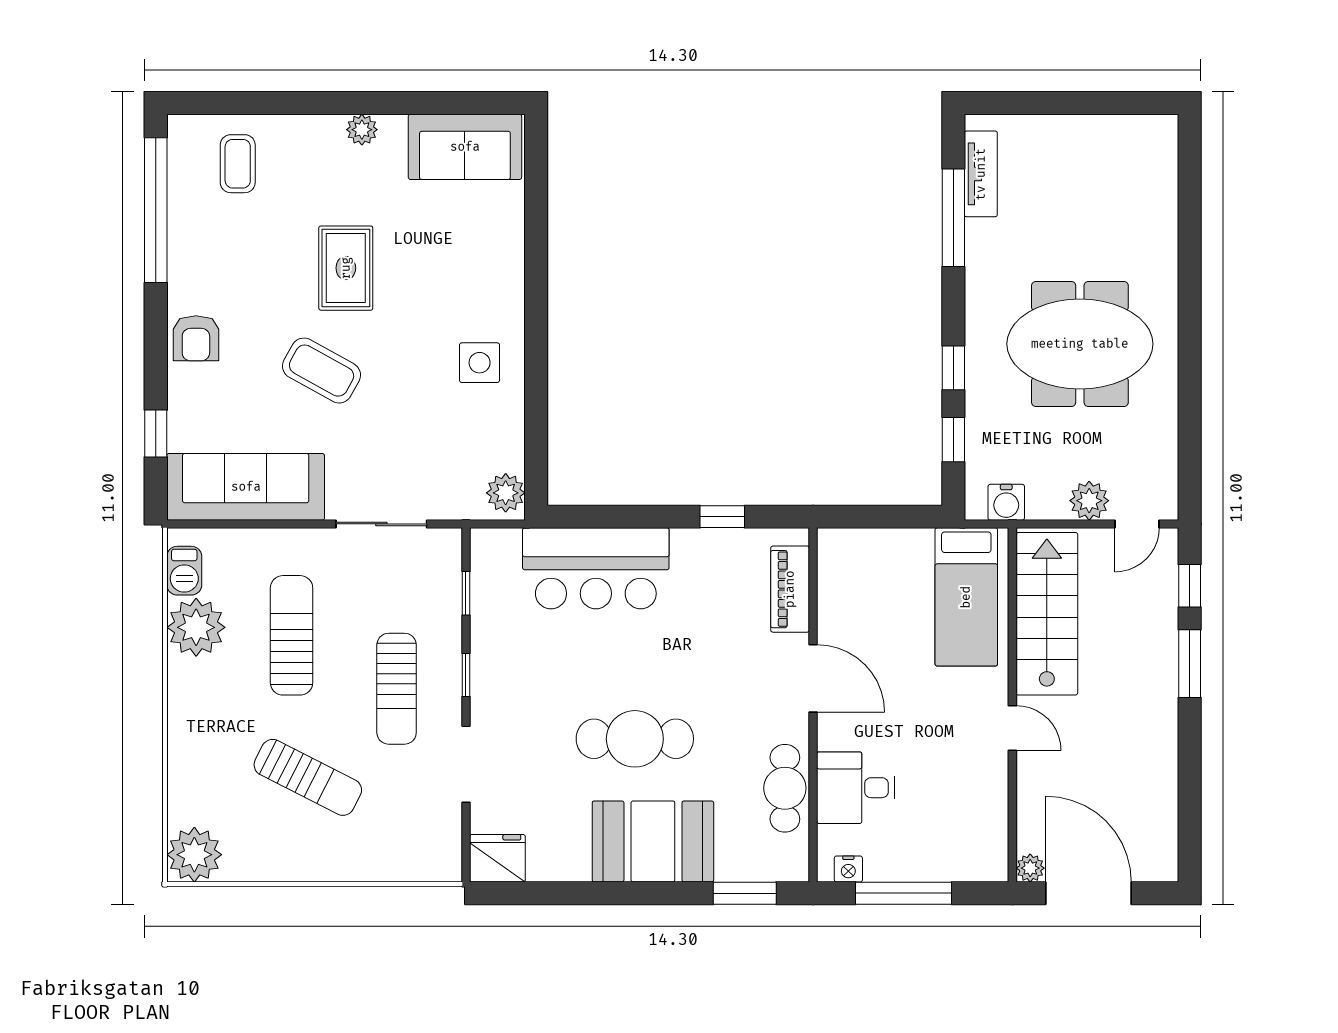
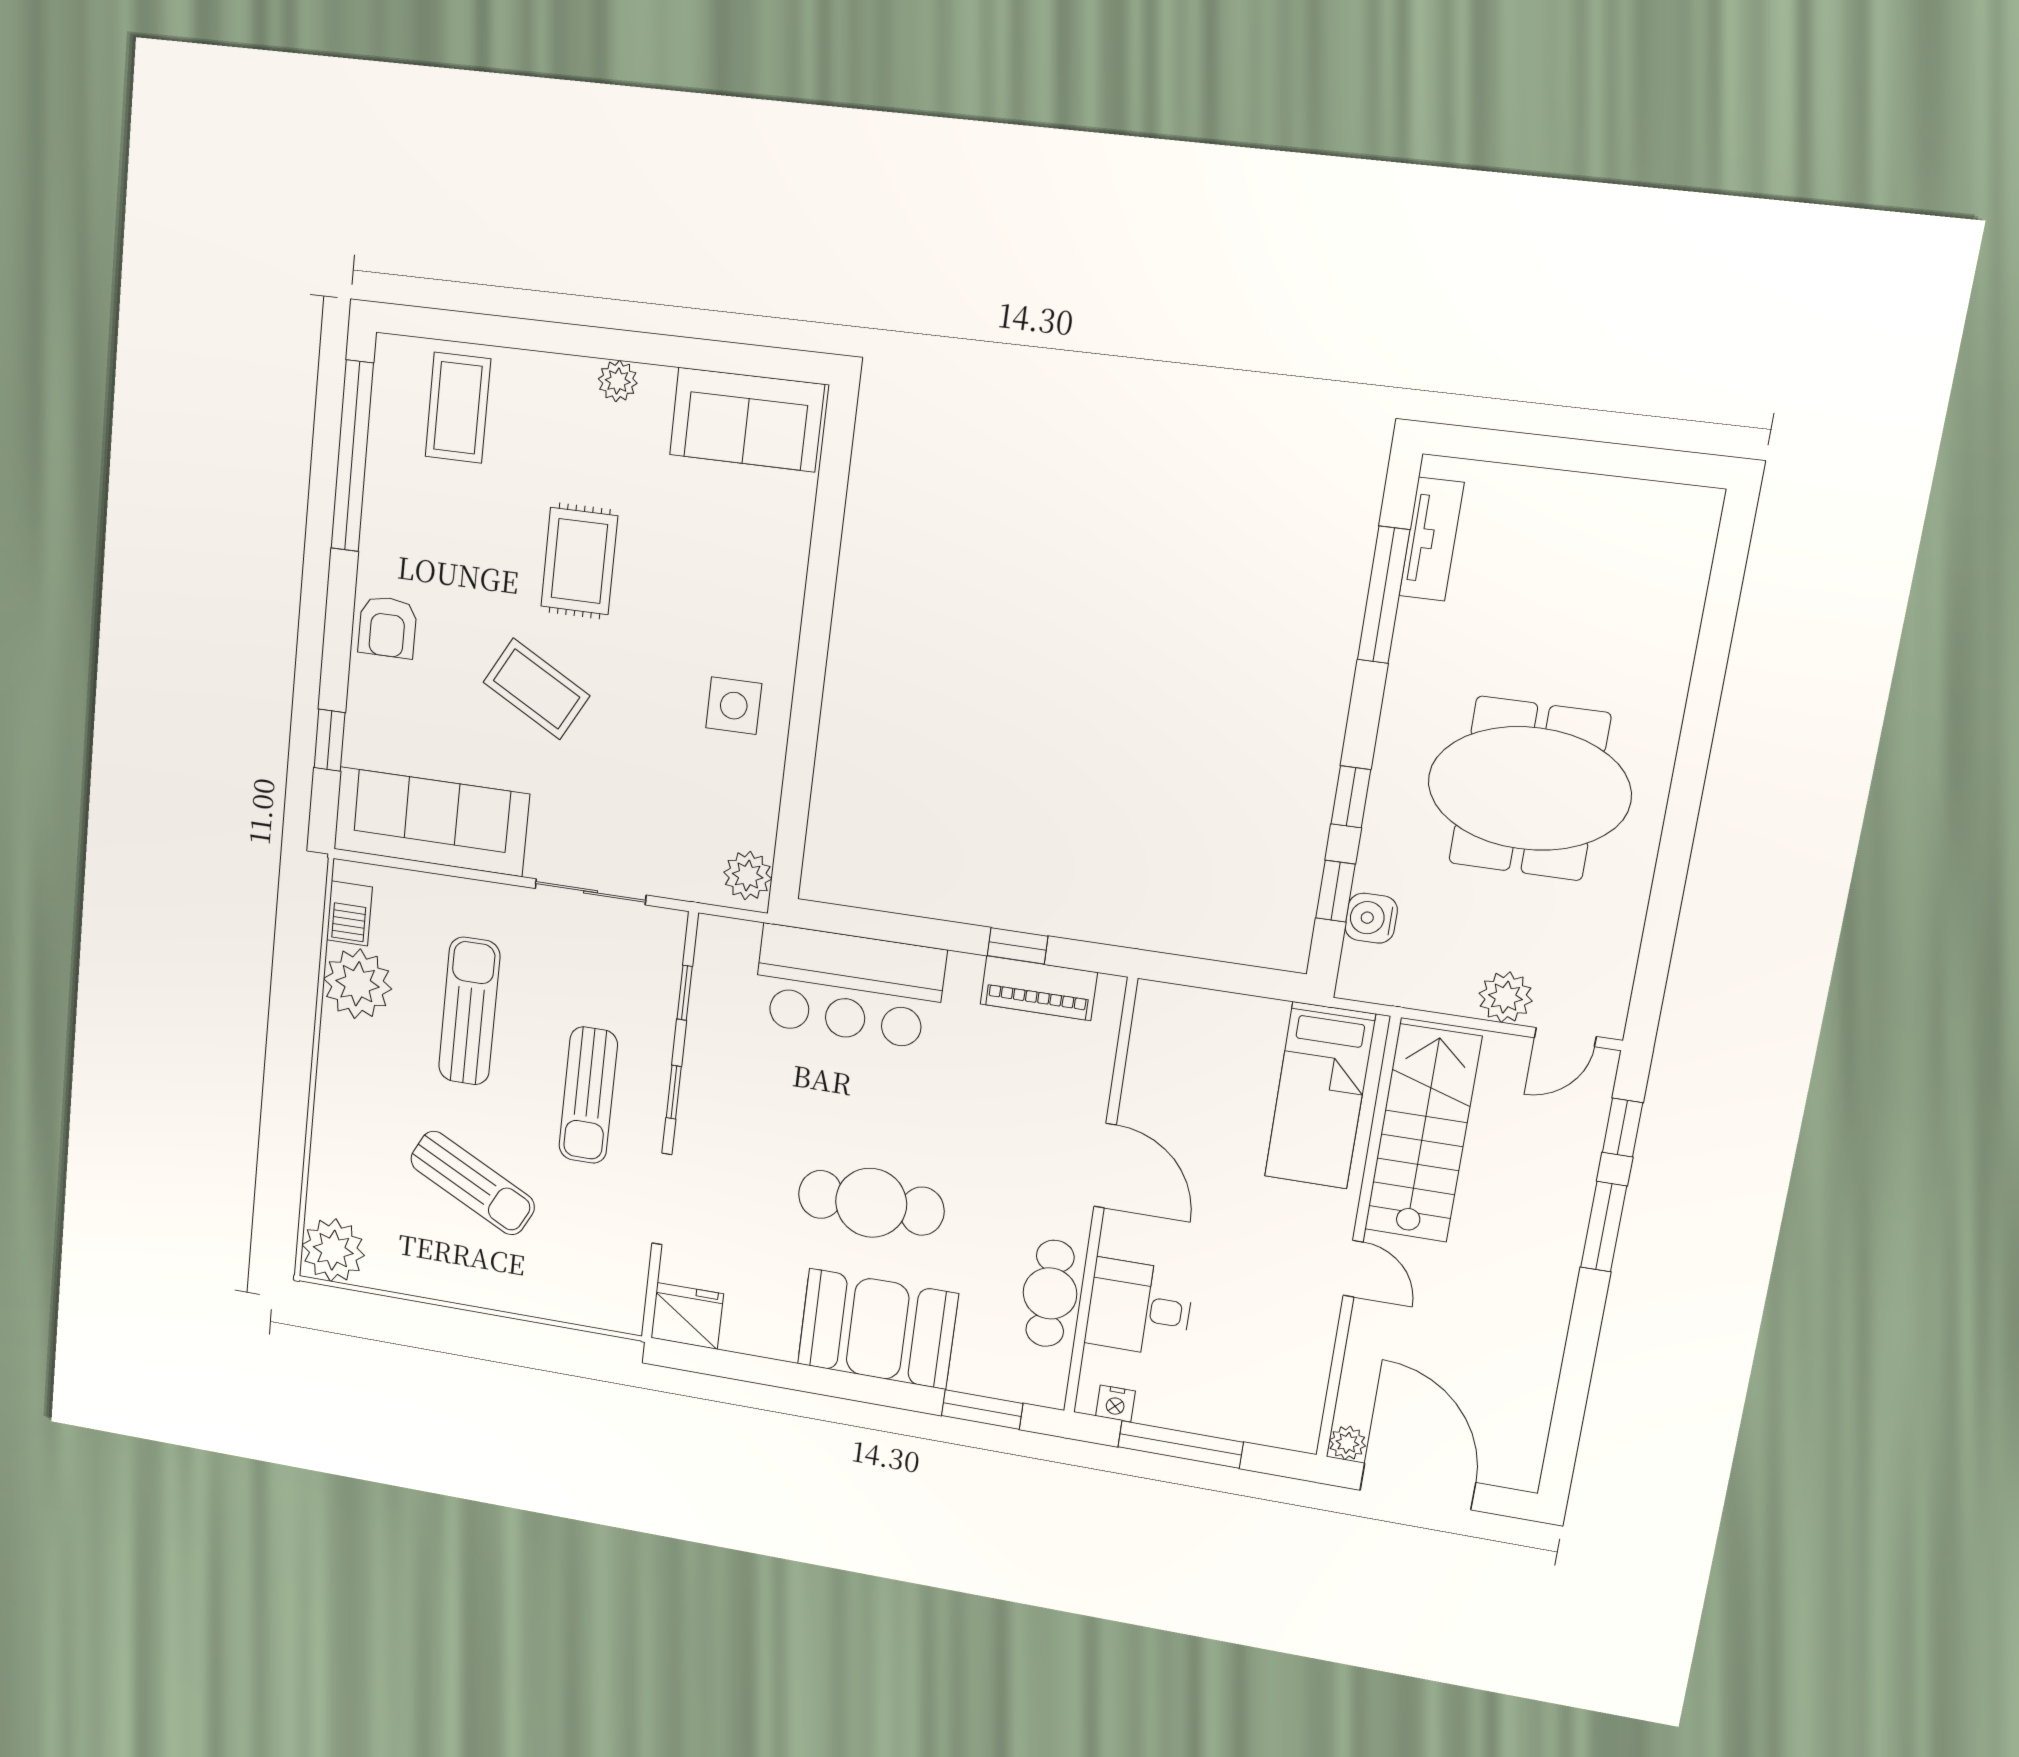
coffee table: (238, 164) -> (458, 408), width x1.36, depth x1.30
water cooler: (1006, 502) -> (1371, 918), moved, turned 90
piano: (790, 589) -> (1039, 988), moved, turned -90

